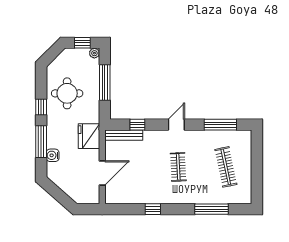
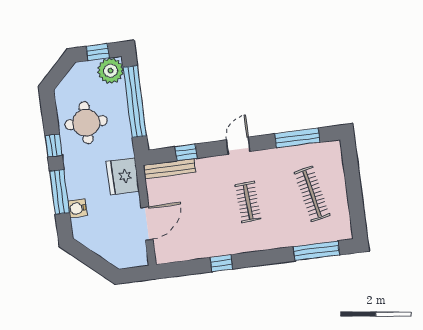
plant: (94, 53) -> (111, 71), width x1.88, depth x1.88
window: (105, 83) -> (135, 102), width x1.46
window: (211, 209) -> (316, 251), moved

